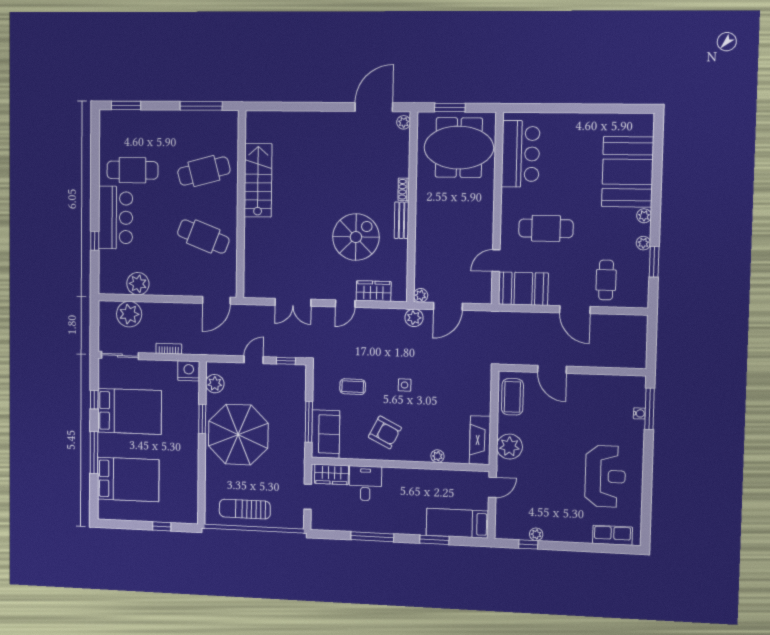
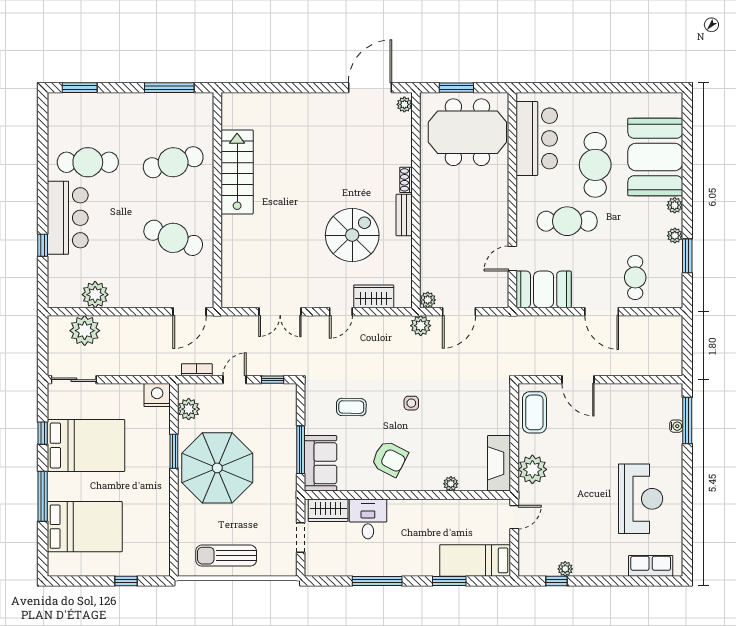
cafe table: (573, 178) -> (595, 165), added
bookcase: (169, 349) -> (197, 370), moved

